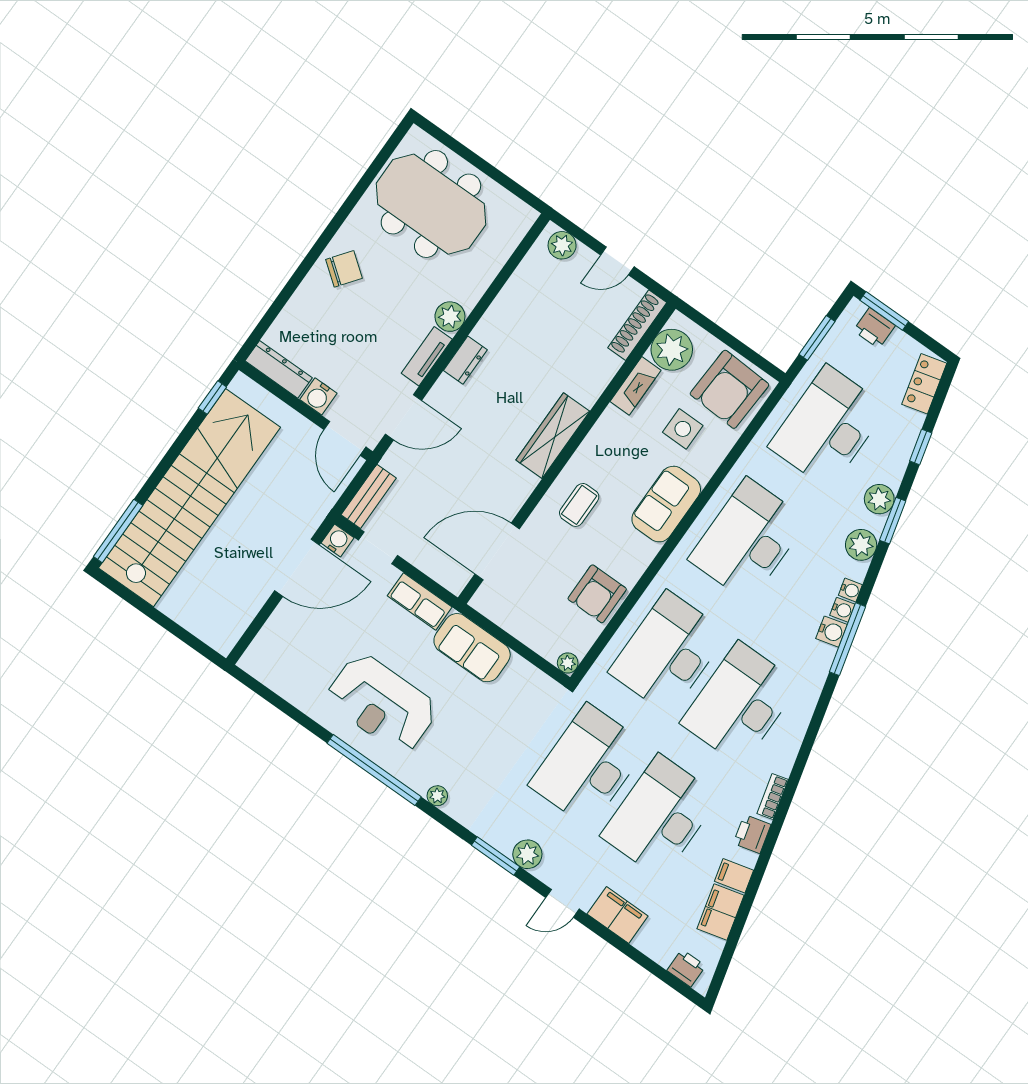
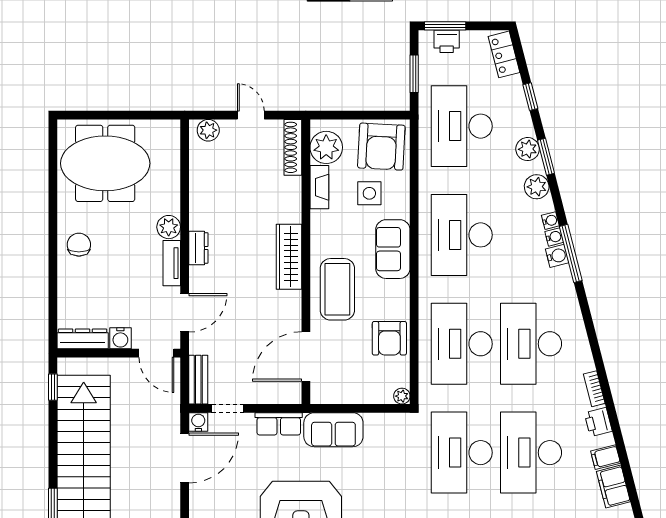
door: (617, 261) -> (251, 115), swing flipped
chair: (344, 269) -> (79, 245), turned -37
coffee table: (579, 505) -> (337, 289), width x1.86, depth x1.72

